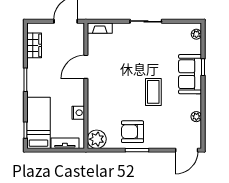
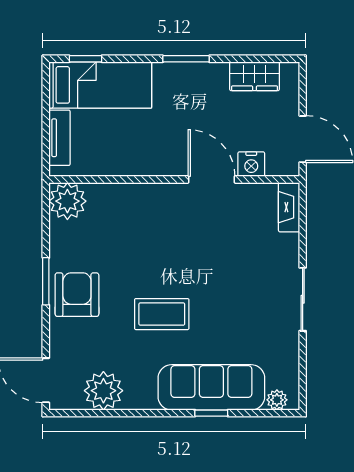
sofa: (190, 74) -> (211, 387), width x1.36
nightstand: (78, 113) -> (251, 164), moved
plant: (196, 117) -> (103, 391), width x1.87, depth x1.87
armchair: (133, 132) -> (77, 295), moved

